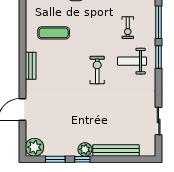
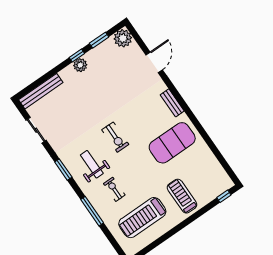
exercise mat: (54, 33) -> (172, 143), width x2.00, depth x1.45
window: (159, 57) -> (63, 170), moved
weight bench: (132, 61) -> (92, 164), turned -90
bench: (116, 150) -> (41, 91), moved

